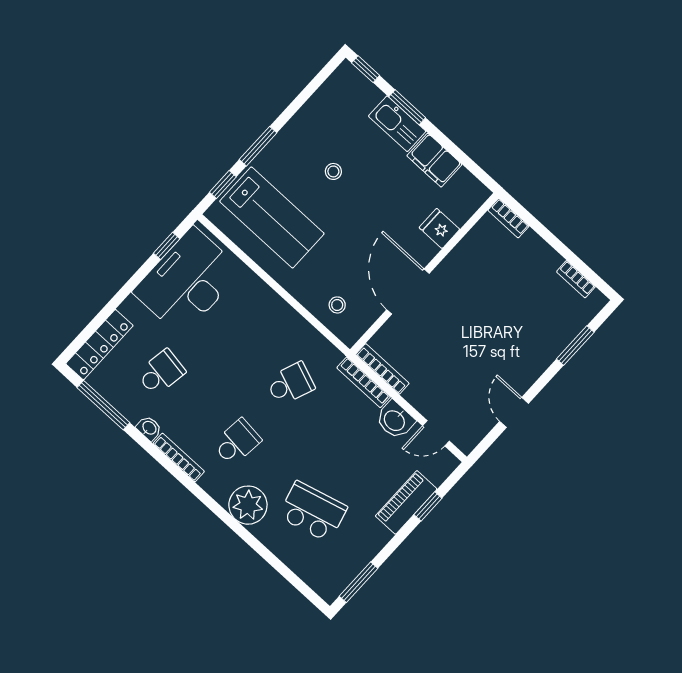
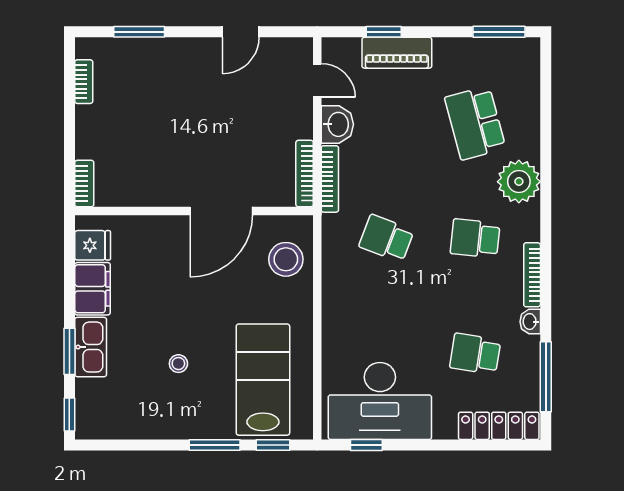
fridge: (439, 228) -> (93, 245), moved, turned -90
stool: (337, 305) -> (286, 259), width x1.89, depth x1.89

